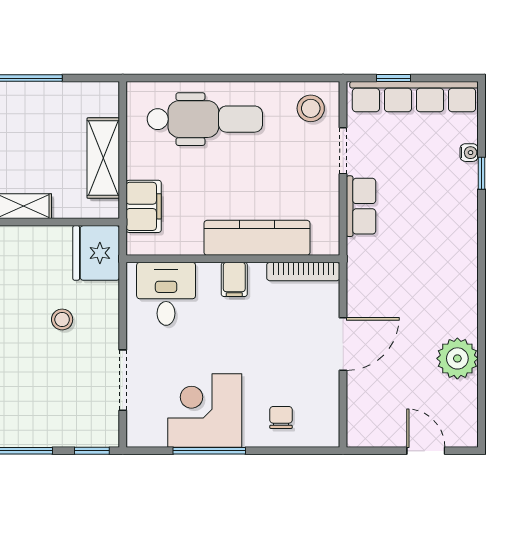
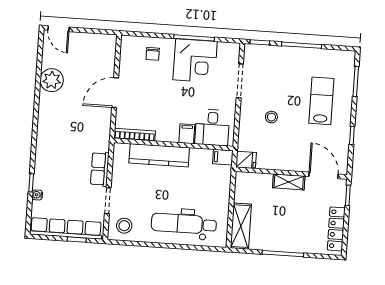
shelving: (103, 158) -> (241, 226), moved
filing cabinet: (144, 206) -> (223, 157), moved, width x0.50
fridge: (96, 253) -> (246, 160), width x0.53, depth x0.75
filing cabinet: (234, 279) -> (187, 134), moved
door: (426, 451) -> (58, 29), moved

